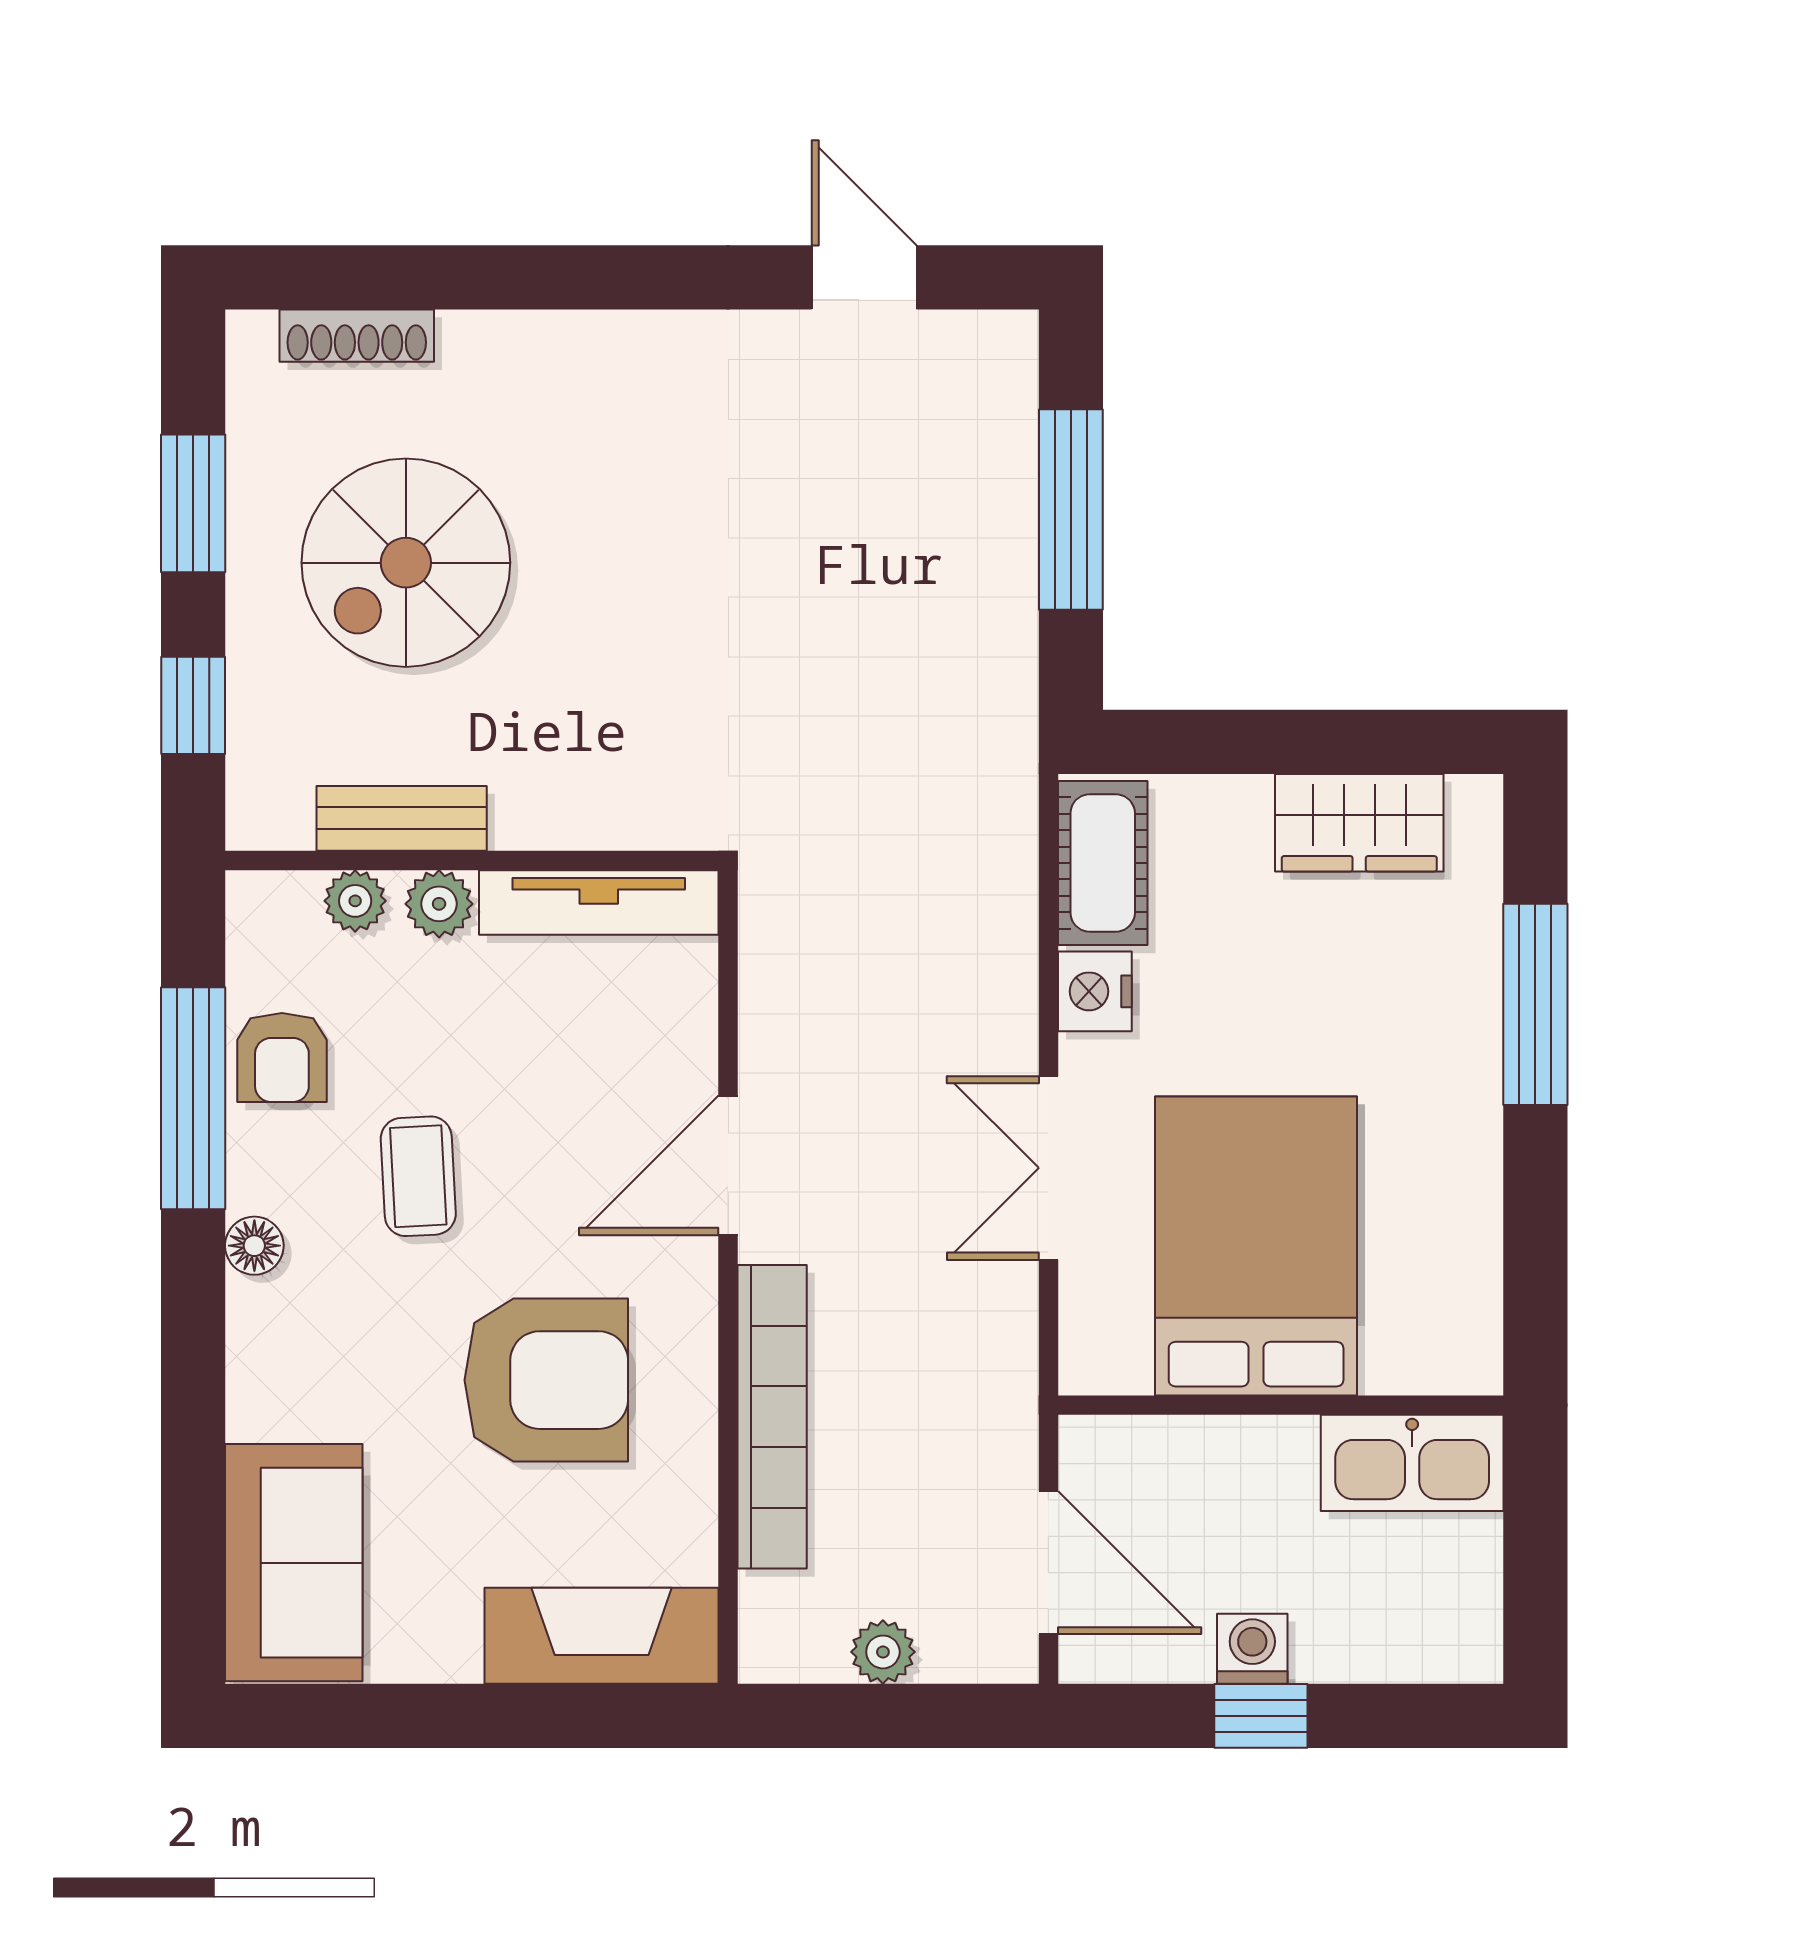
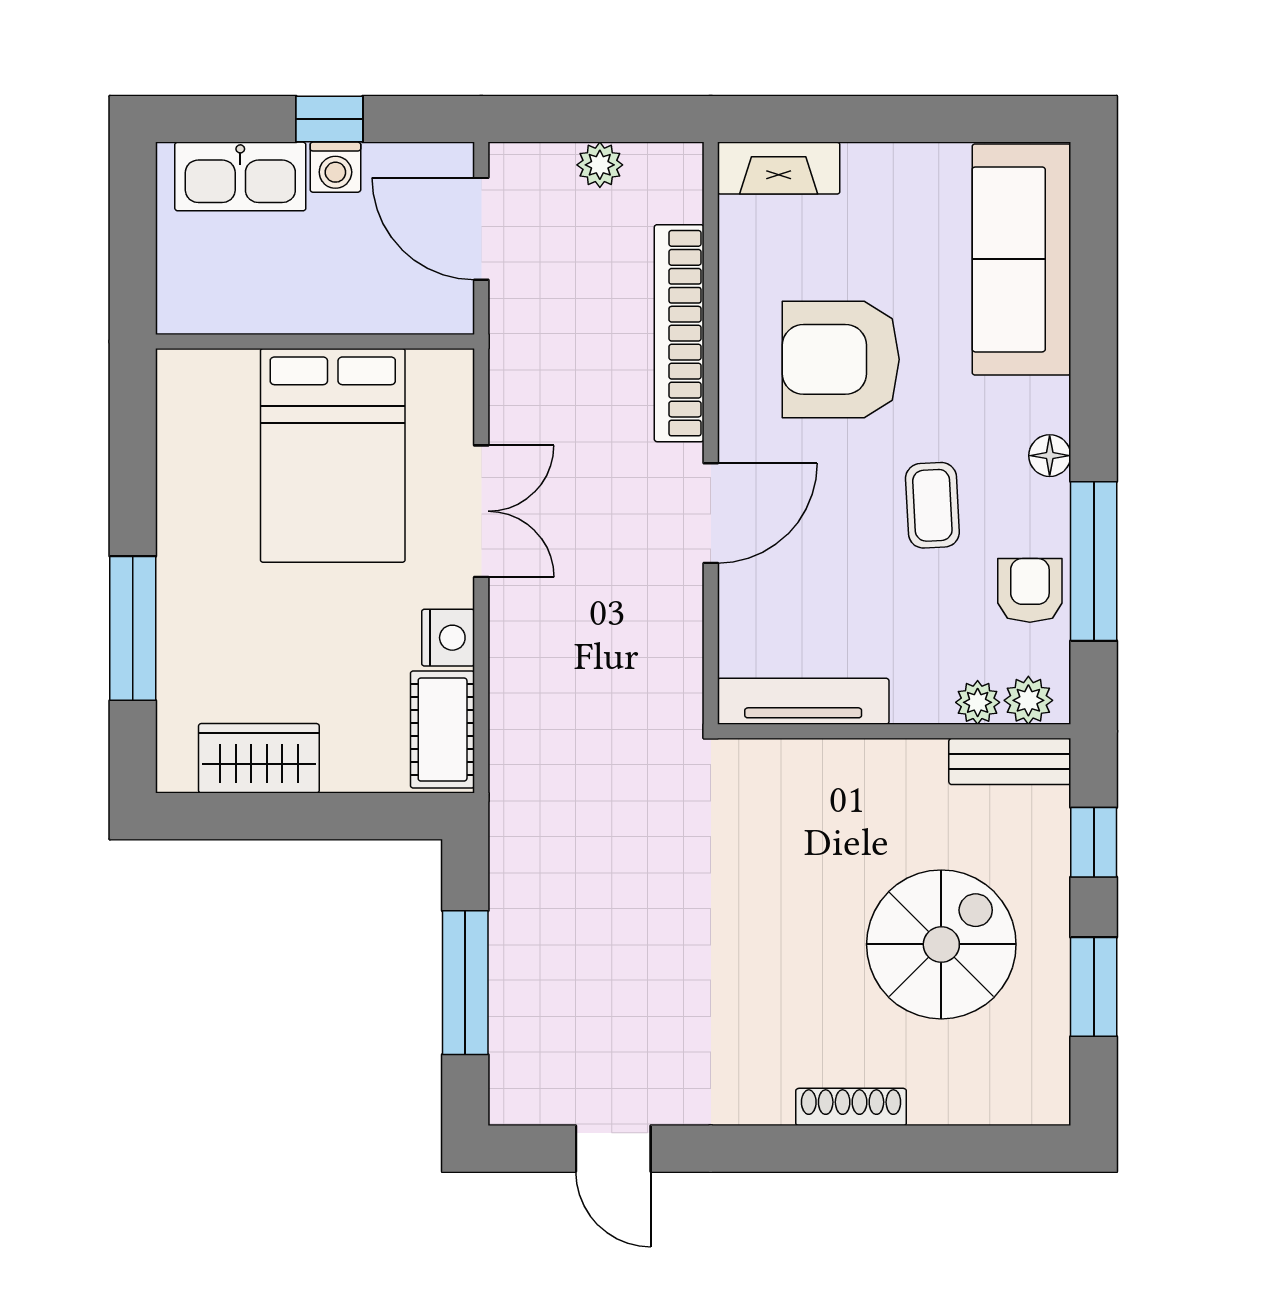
shoe rack: (357, 336) -> (851, 1107), moved
bench: (402, 818) -> (1010, 761), moved
plant: (439, 904) -> (1028, 700), moved
kitchen sink: (1412, 1463) -> (240, 176), moved, turned 180
sofa: (294, 1563) -> (1021, 259), width x1.36
fireplace: (602, 1636) -> (779, 168), width x0.73, depth x0.76

